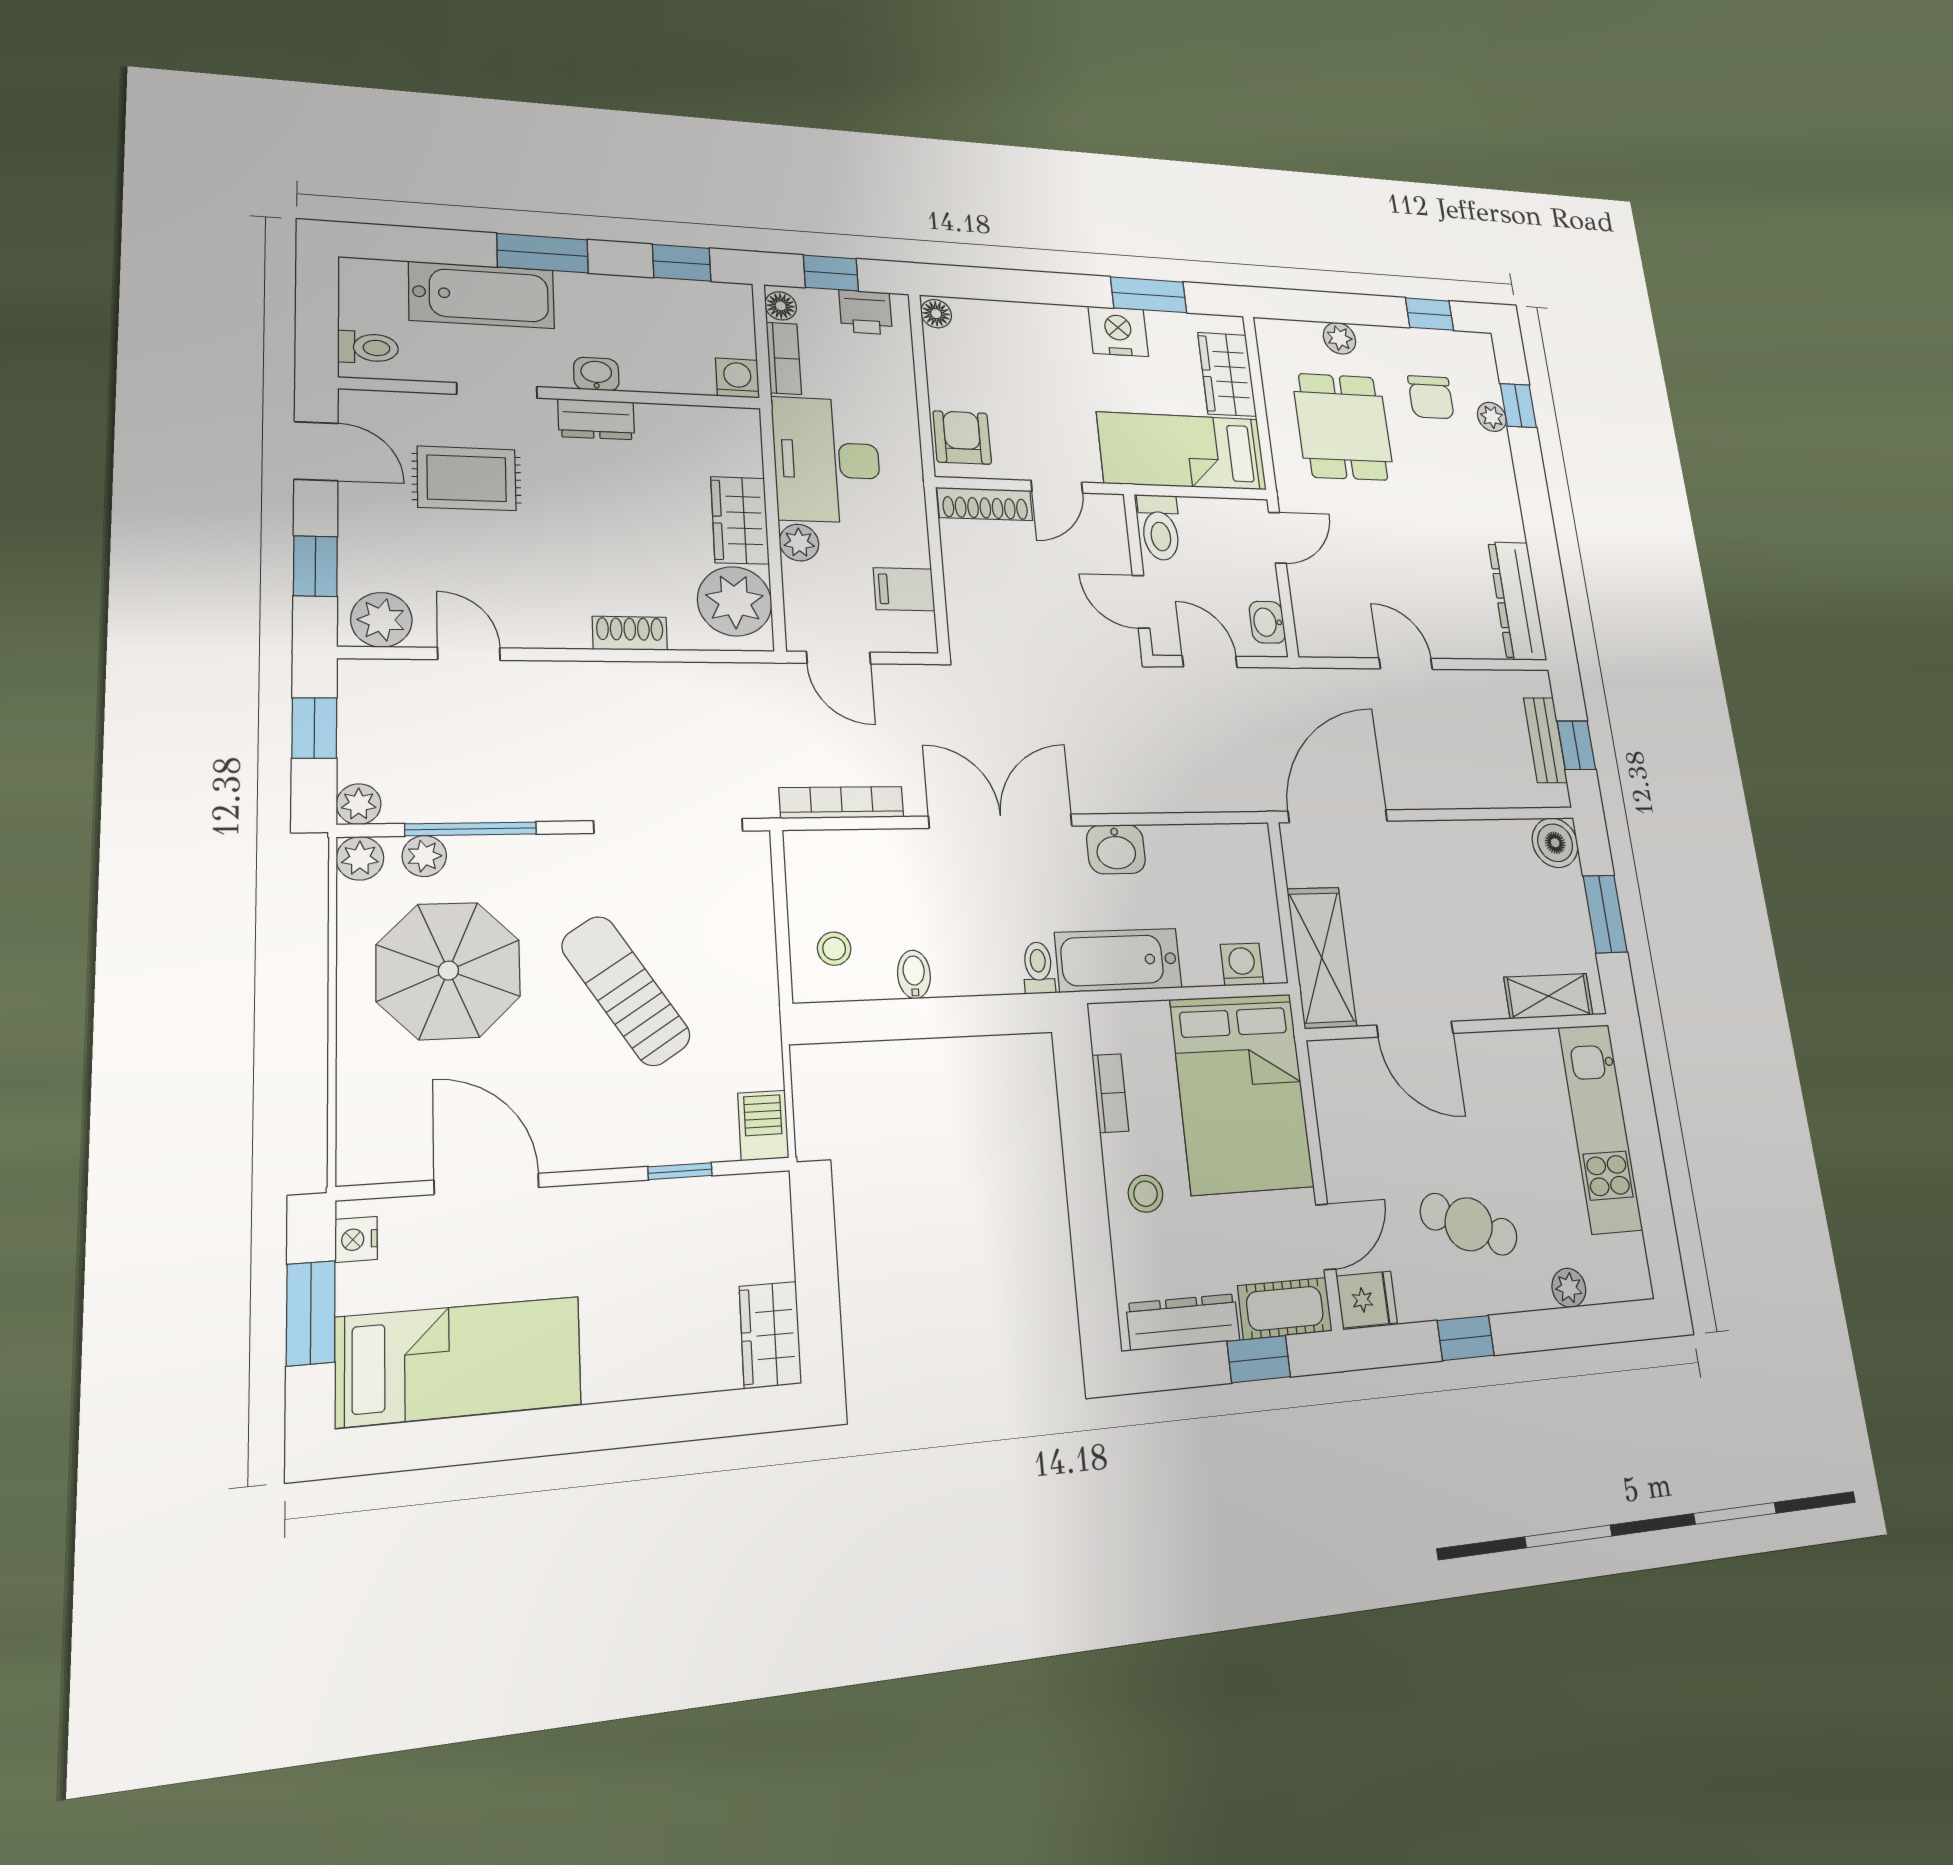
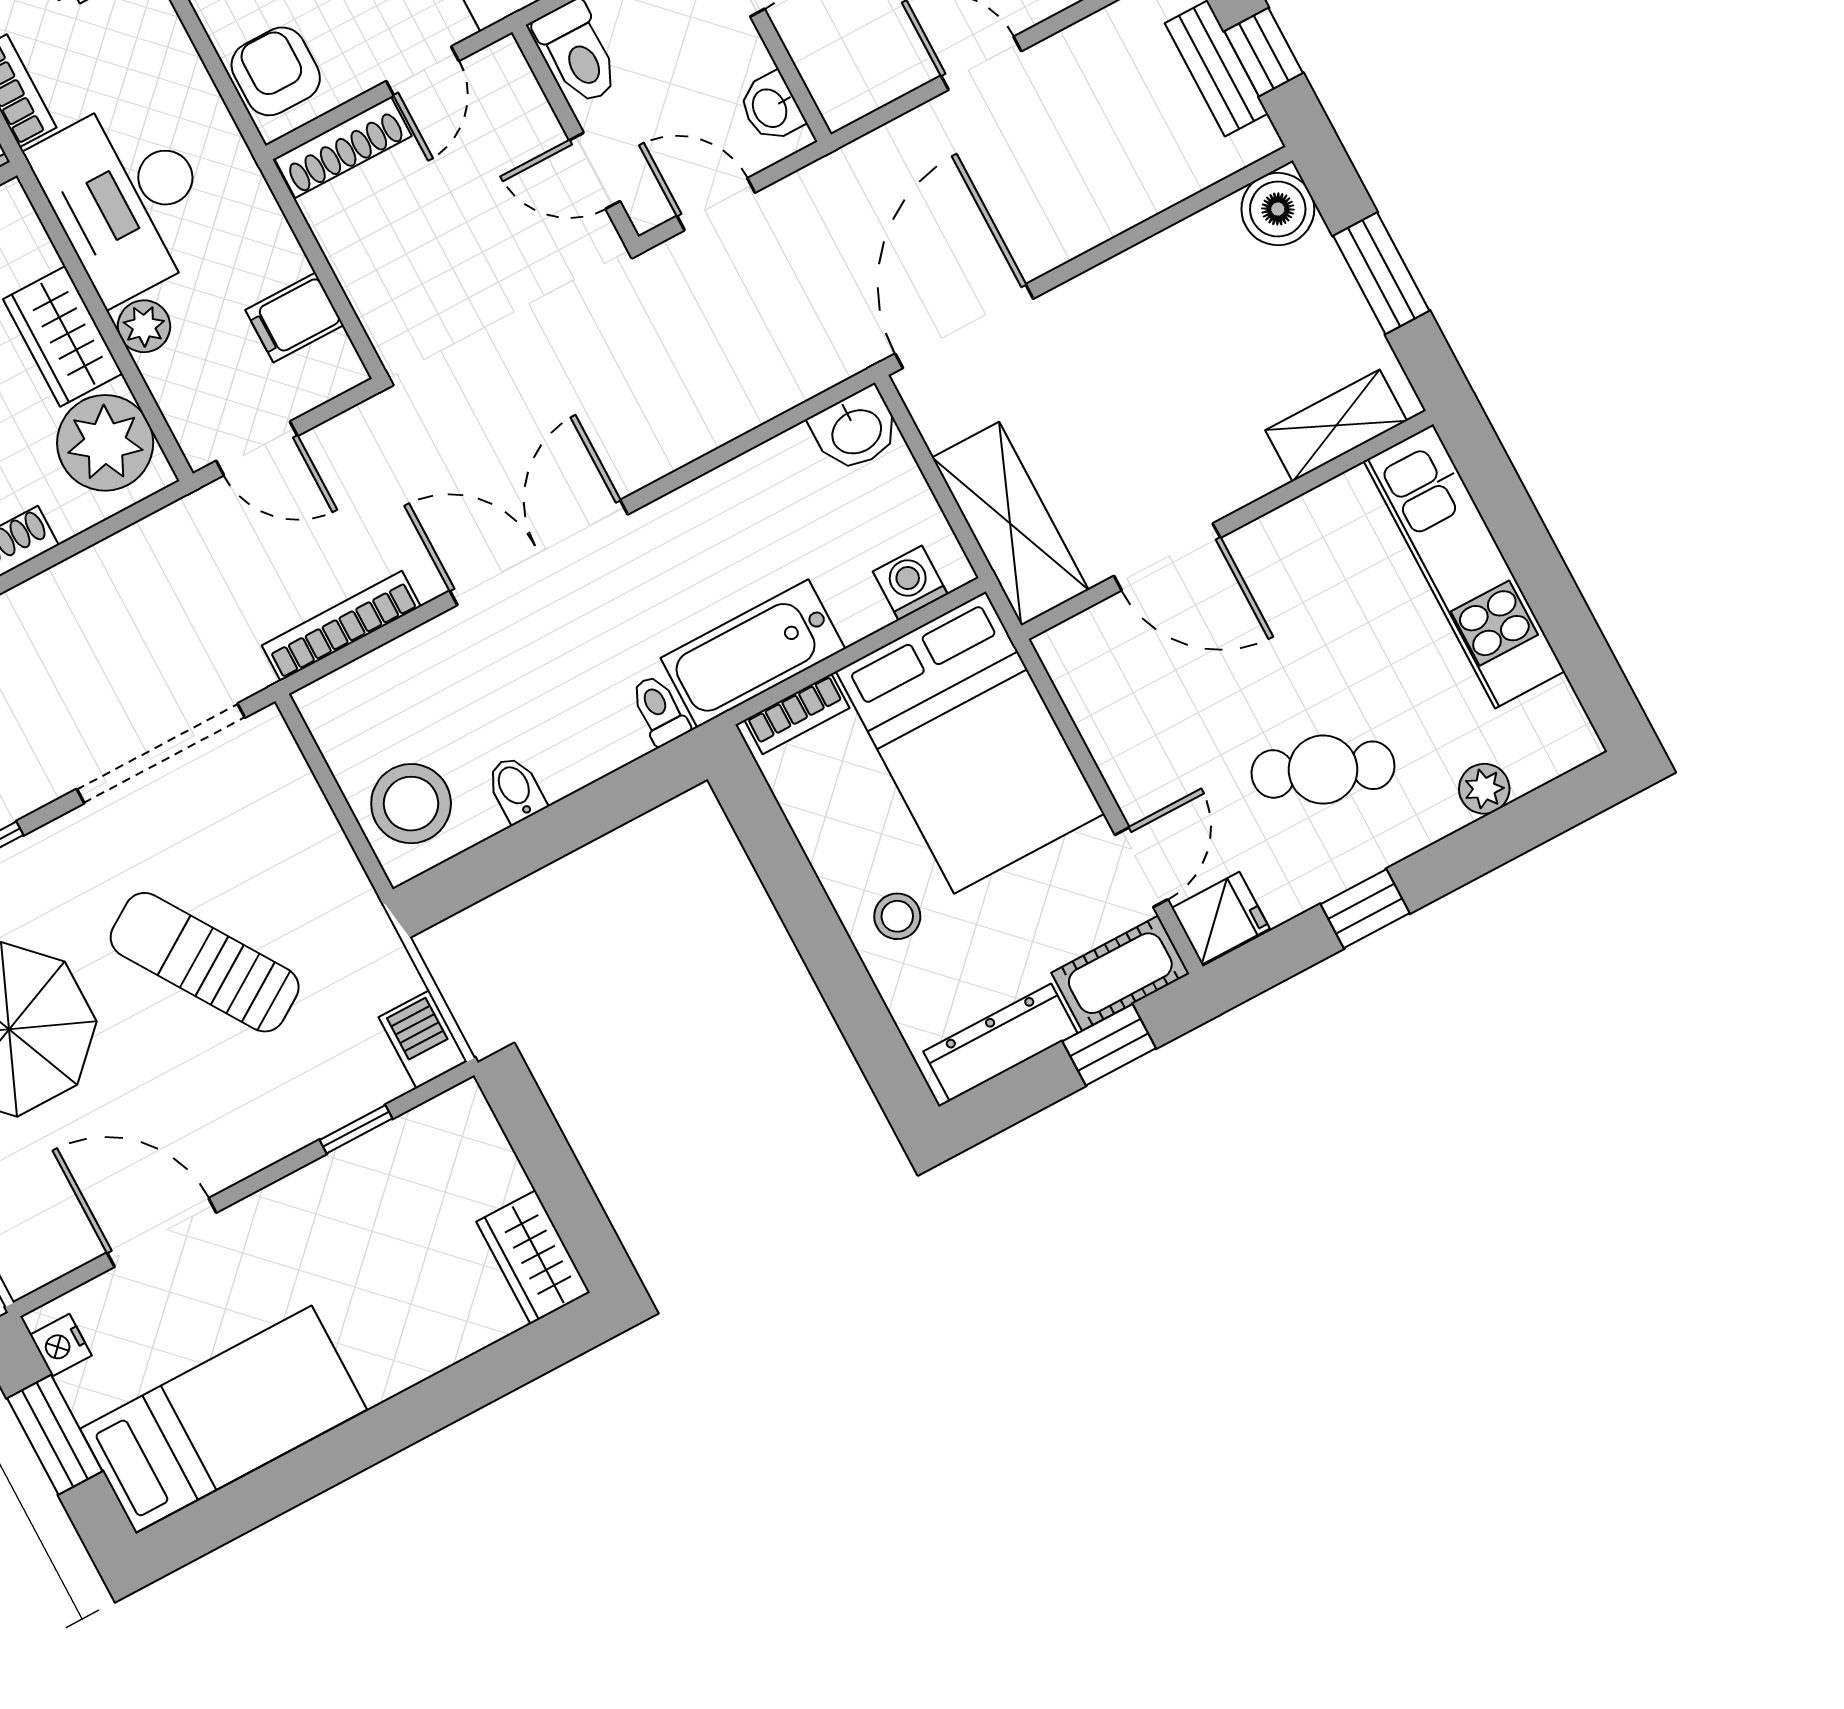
washbasin: (1116, 849) -> (856, 430), moved
stool: (834, 949) -> (411, 804), width x1.89, depth x1.89
bookcase: (1110, 1093) -> (797, 714), moved, turned 90

